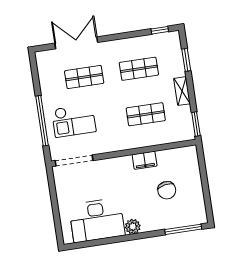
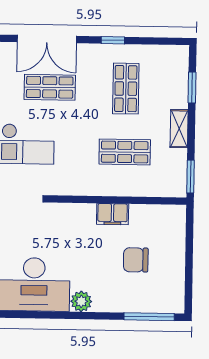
window: (160, 30) -> (113, 40), moved
double door: (76, 43) -> (47, 39), swing flipped
shop shelf: (139, 69) -> (126, 89), turned 90
chair: (167, 190) -> (136, 260), turned 100

